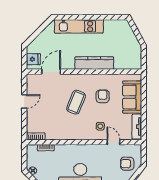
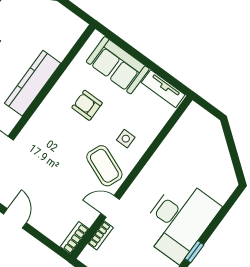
coffee table: (76, 102) -> (104, 166), moved
door: (113, 142) -> (110, 206), moved
armchair: (127, 164) -> (205, 139), removed

